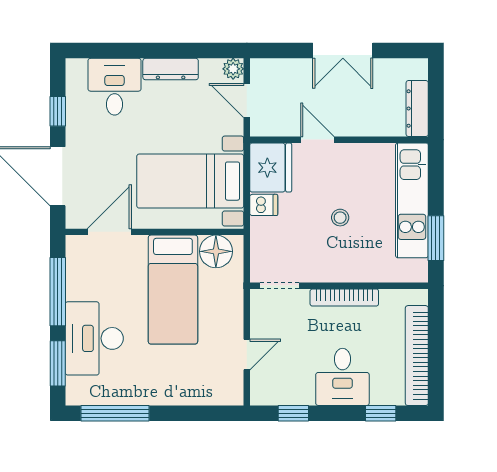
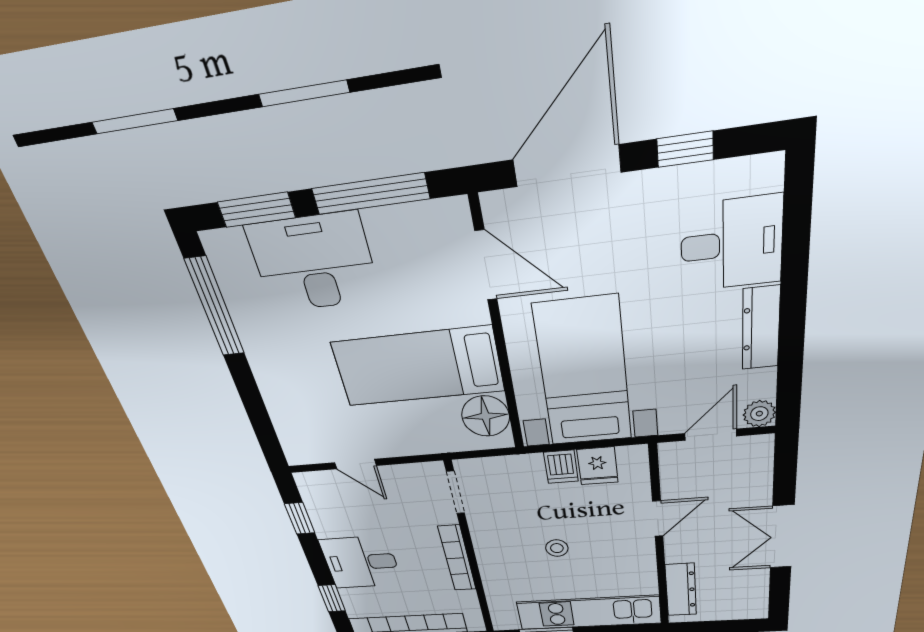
dresser: (417, 109) -> (681, 590), moved, turned 90
fridge: (271, 168) -> (598, 466), width x0.53, depth x0.75

